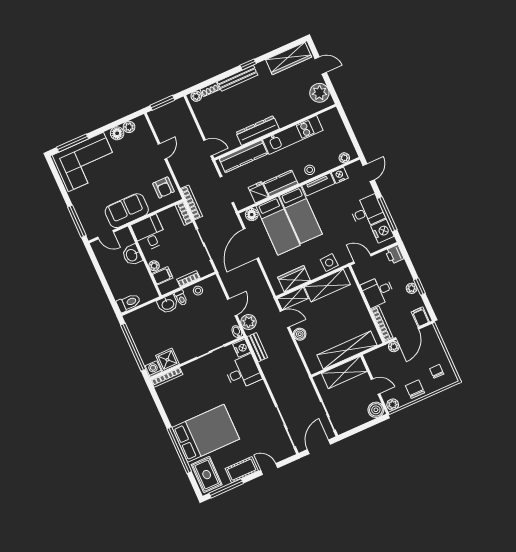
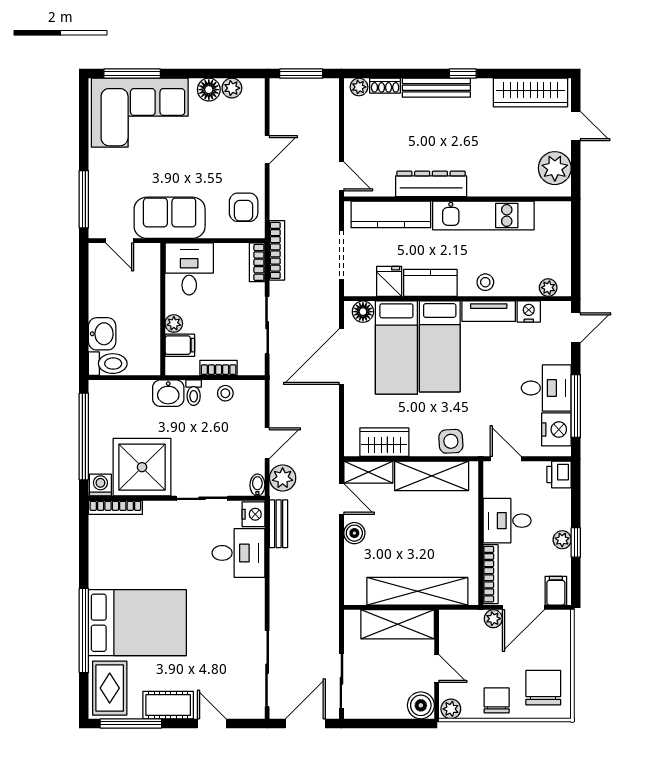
washbasin: (132, 255) -> (102, 334), moved, turned 180
shower: (167, 360) -> (142, 467), width x1.86, depth x1.86
chair: (437, 371) -> (543, 688), width x1.87, depth x1.87

